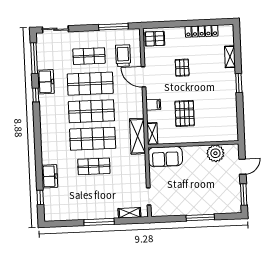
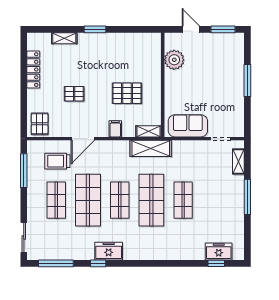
freezer: (46, 82) -> (109, 251), moved
shop shelf: (91, 111) -> (120, 200), width x0.70, depth x0.74
sofa: (165, 157) -> (188, 126), moved, turned -90
freezer: (50, 176) -> (219, 251), moved

